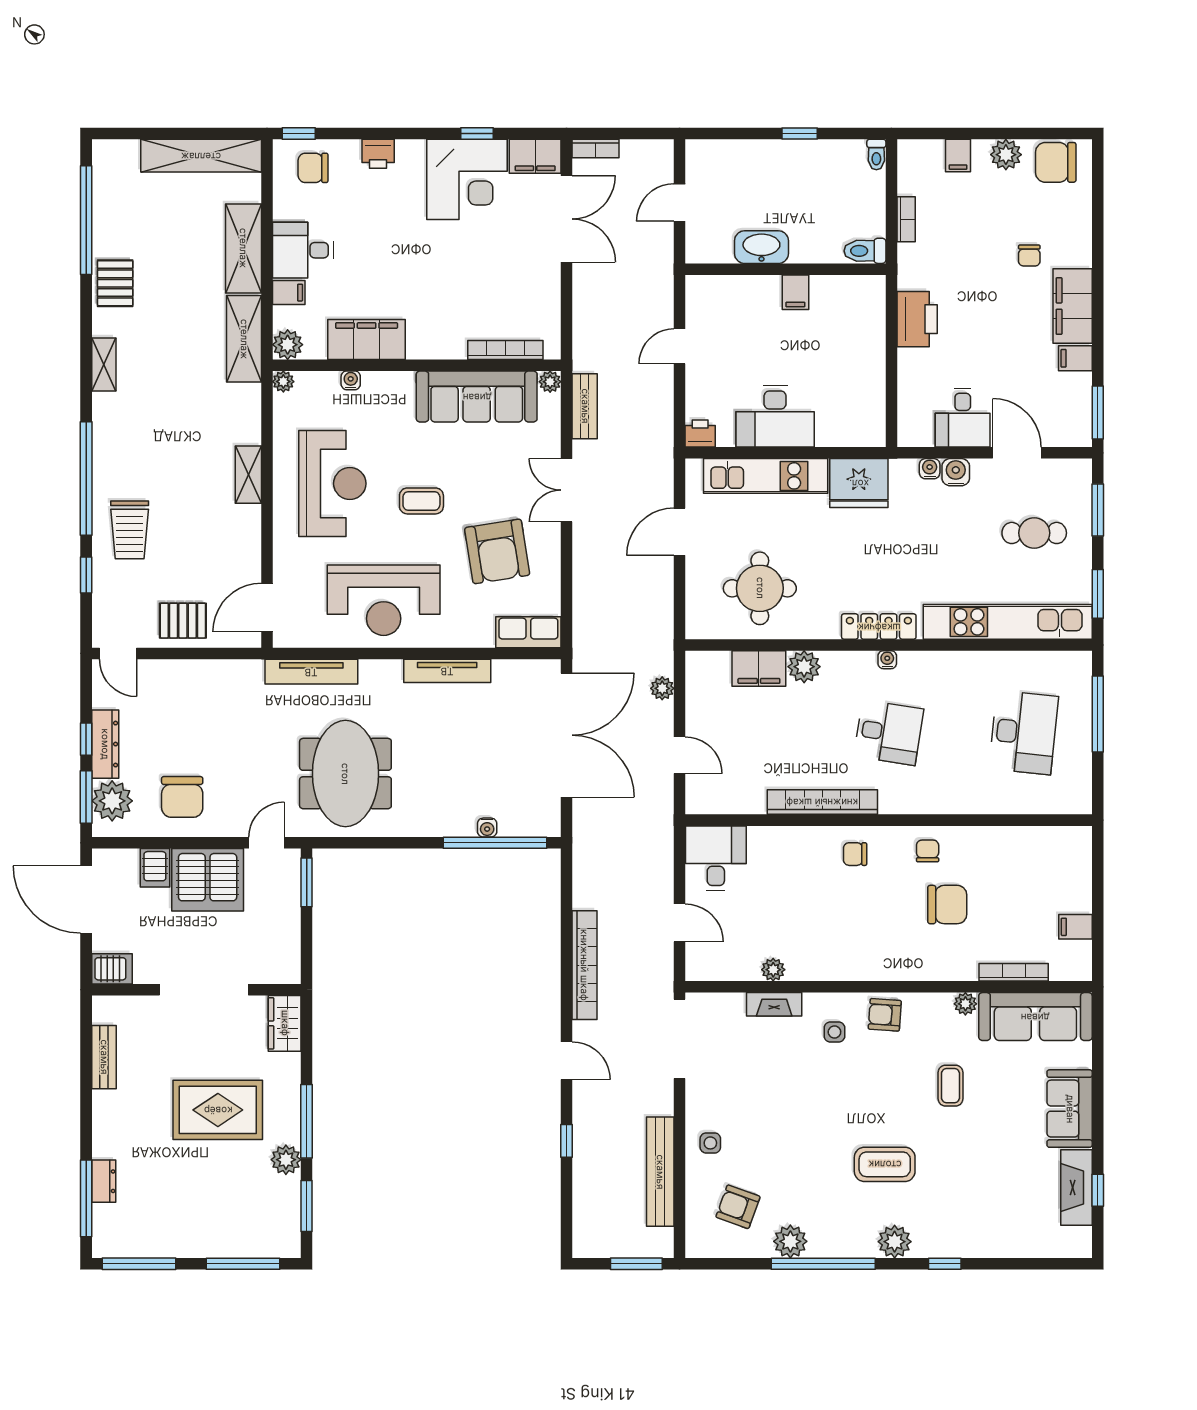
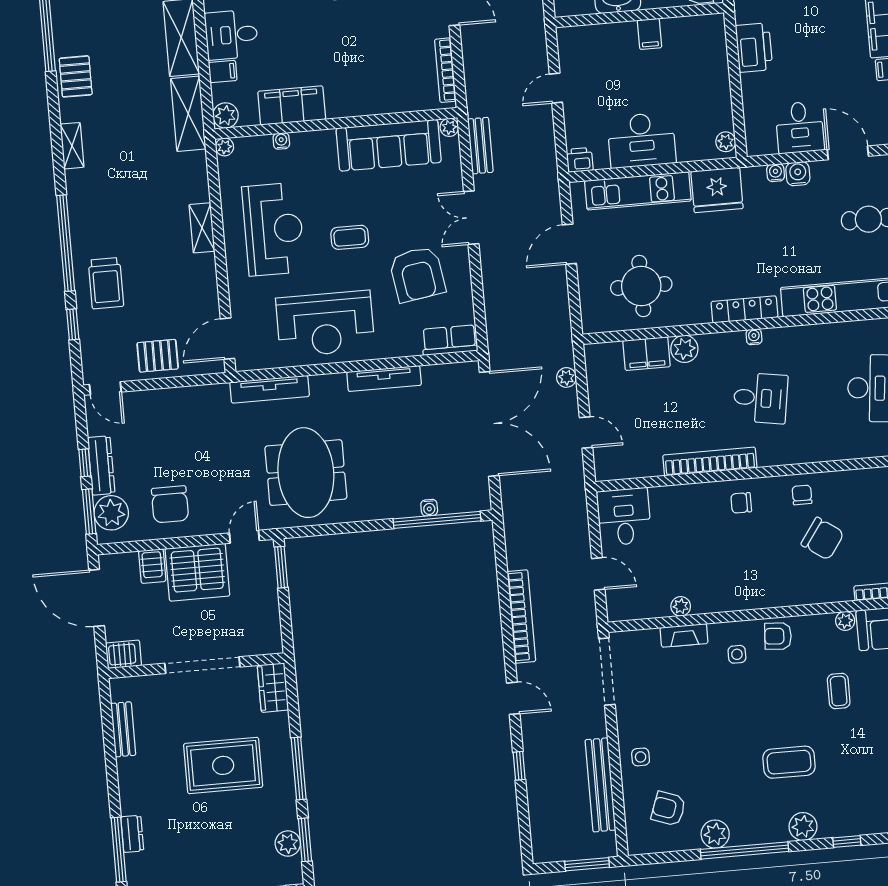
bookcase: (505, 350) -> (445, 70), moved, turned -90
plant: (874, 427) -> (726, 142), added
chair: (947, 905) -> (823, 539), turned 35
plant: (286, 1160) -> (288, 844), moved

